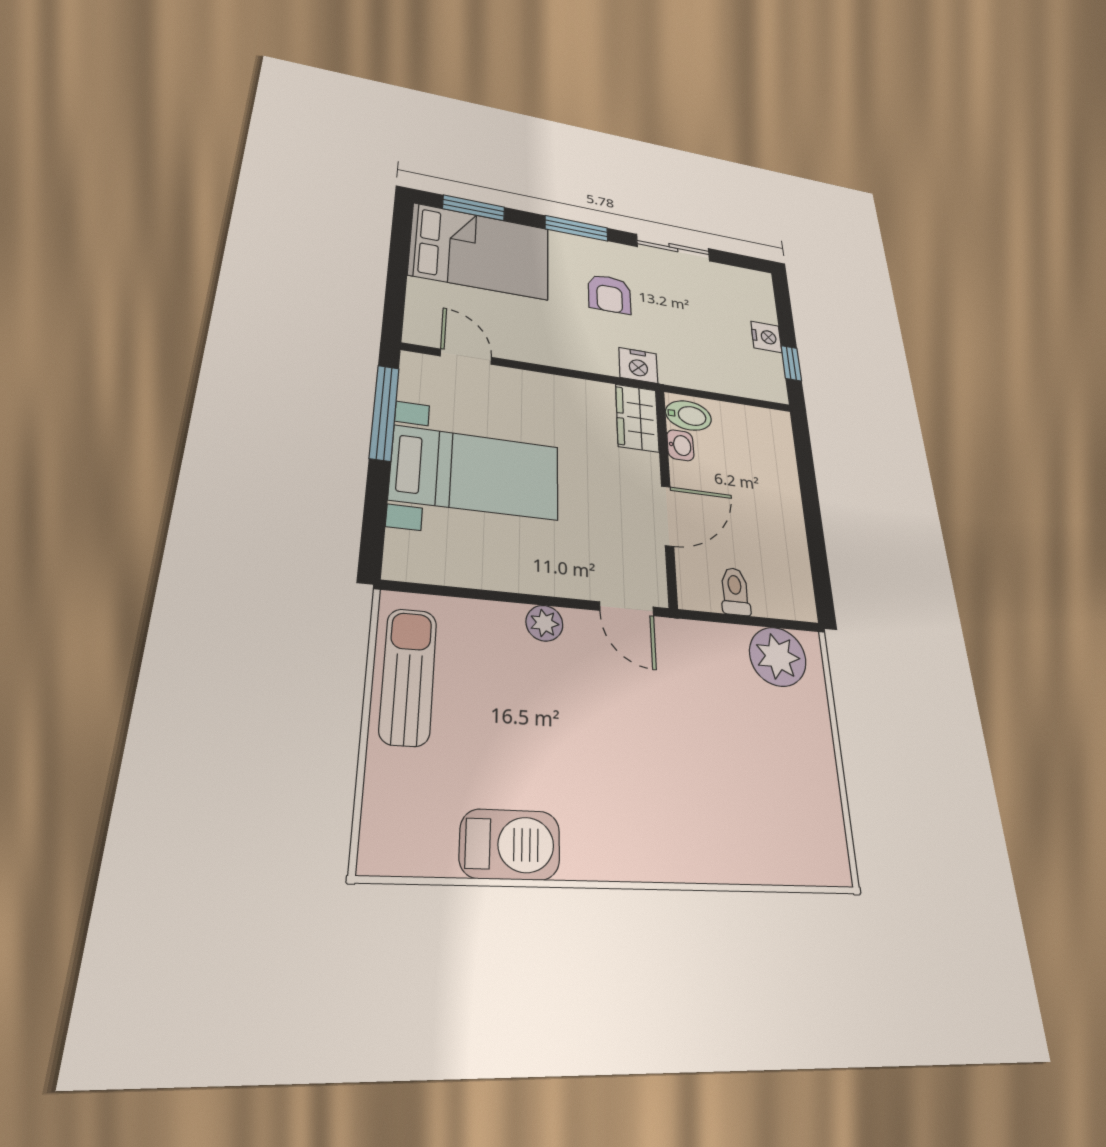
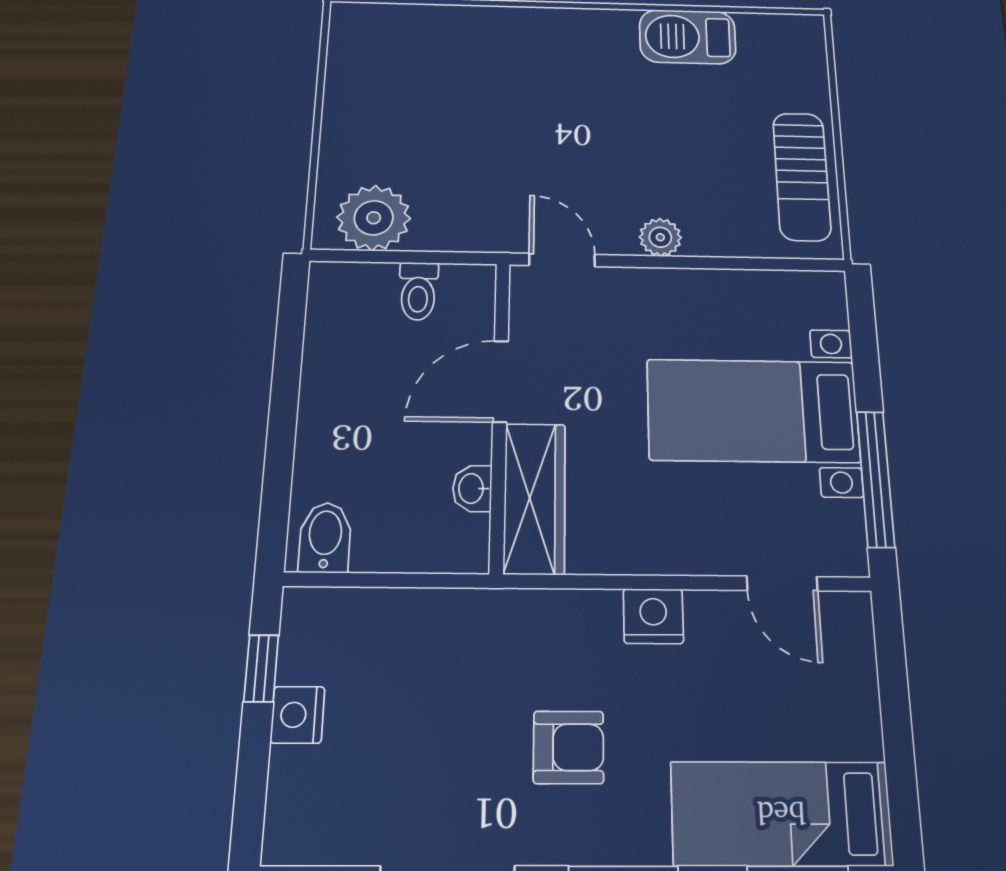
bed: (480, 251) -> (781, 814), width x0.67
armchair: (610, 294) -> (569, 747), turned 90
nightstand: (638, 365) -> (653, 616), moved
bidet: (688, 415) -> (325, 538), moved, turned 90
wardrobe: (637, 418) -> (535, 498), width x1.50

